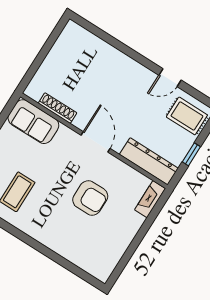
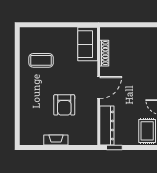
window: (191, 154) -> (114, 148), moved
fireplace: (150, 199) -> (56, 140), moved

